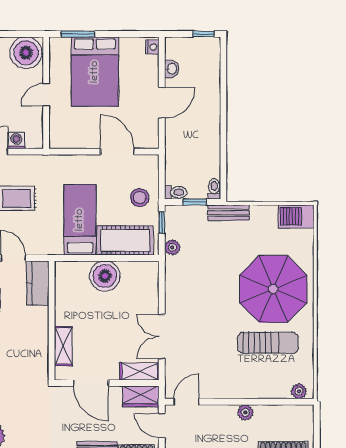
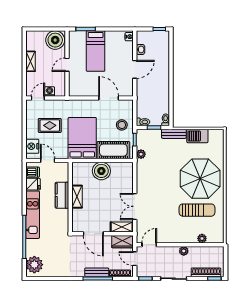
bed: (95, 72) -> (96, 51), width x0.67
barbecue: (296, 216) -> (197, 136), moved
bed: (80, 220) -> (82, 138), width x1.50
kitchen counter: (38, 283) -> (62, 195), moved
shelving: (63, 346) -> (77, 197), moved
plant: (299, 391) -> (202, 238), moved

